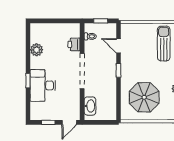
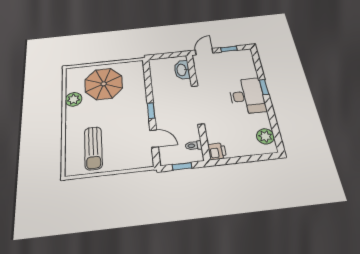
printer: (74, 44) -> (217, 151), moved
plant: (37, 50) -> (265, 136), moved
desk: (43, 85) -> (247, 96), moved
parasol: (144, 97) -> (104, 84), moved

